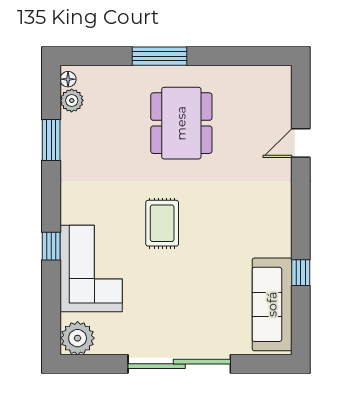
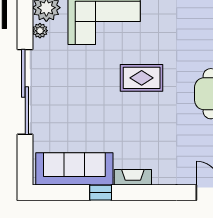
fireplace: (282, 234) -> (133, 177), added
plant: (105, 346) -> (40, 31), added

